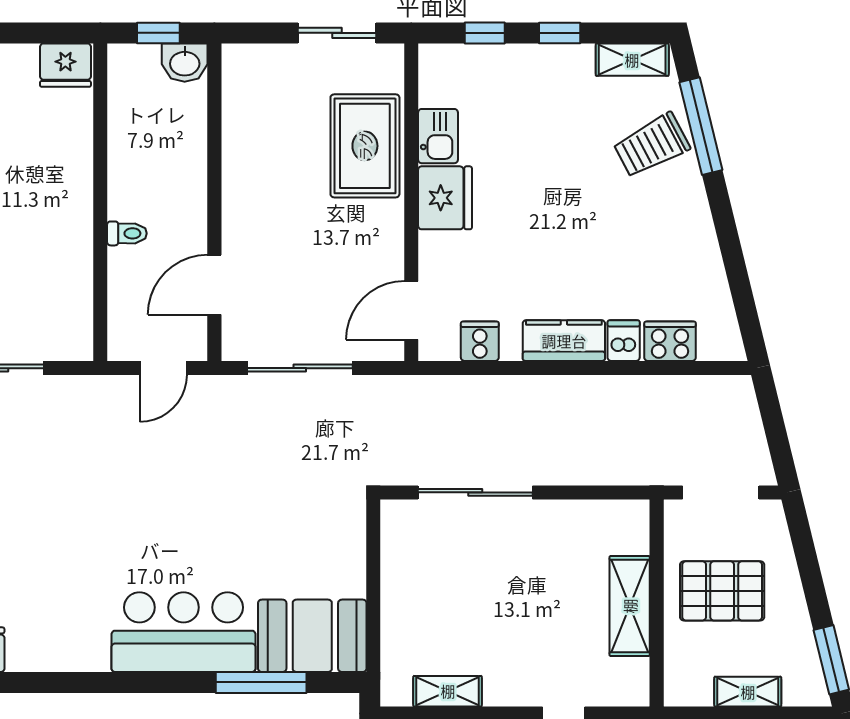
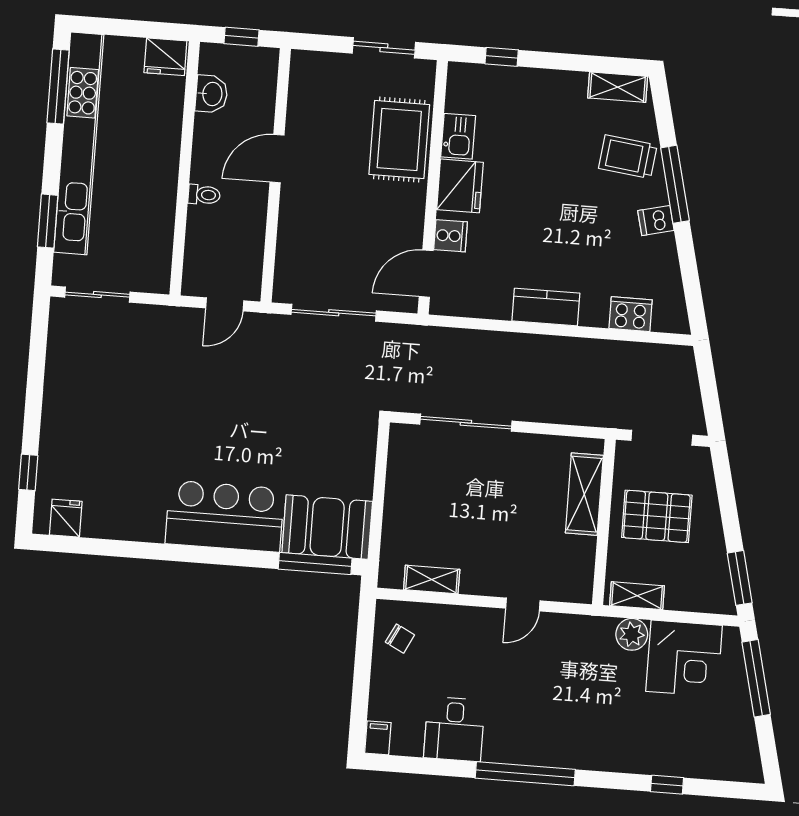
window: (560, 33) -> (561, 61), removed
washbasin: (185, 63) -> (211, 94), moved, turned -90
window: (701, 126) -> (675, 184), moved
trolley: (652, 145) -> (628, 157), turned 35
door: (214, 285) -> (277, 159), moved
cooker: (480, 341) -> (450, 236), moved, turned 90
dishwasher: (624, 341) -> (656, 220), moved, turned -104
shelving: (630, 606) -> (584, 494), moved
window: (261, 682) -> (315, 564), moved
shelving: (748, 692) -> (637, 596), moved

